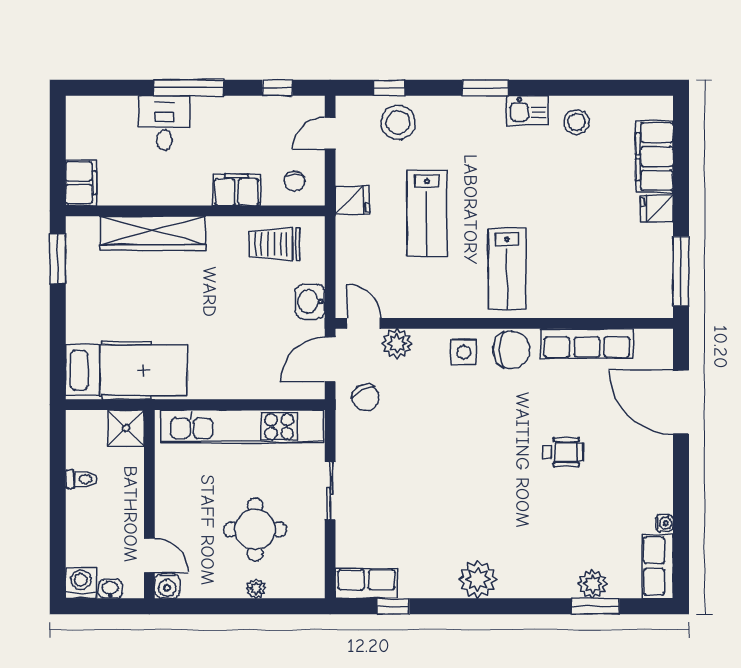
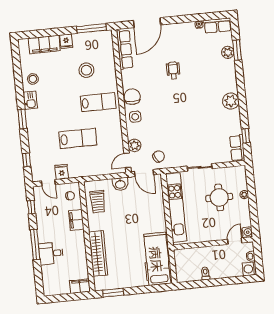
stool: (398, 122) -> (86, 70), moved
fridge: (352, 200) -> (62, 172), moved
row of seats: (587, 344) -> (125, 50), moved
shower: (126, 428) -> (182, 256), removed

